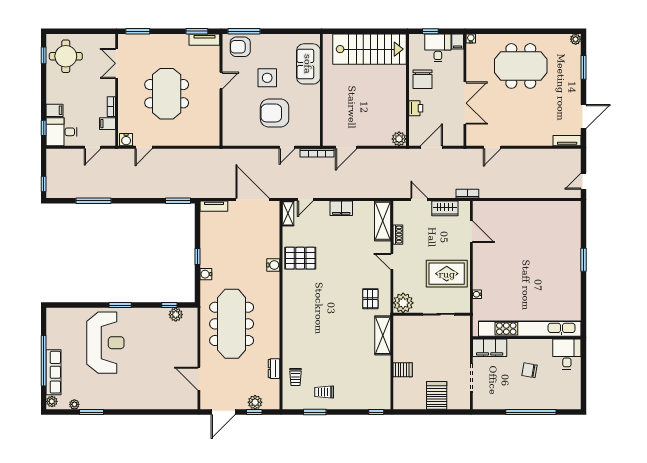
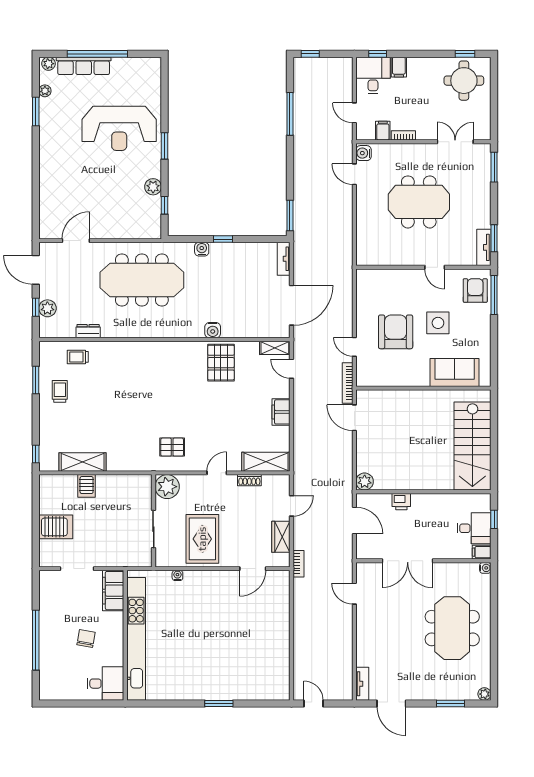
chair: (423, 79) -> (436, 510), removed
plant: (176, 315) -> (153, 187), moved
shelving: (383, 335) -> (83, 462), moved

